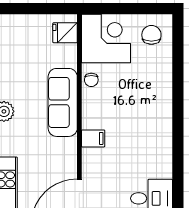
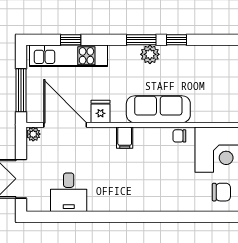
fridge: (65, 33) -> (101, 111), moved

